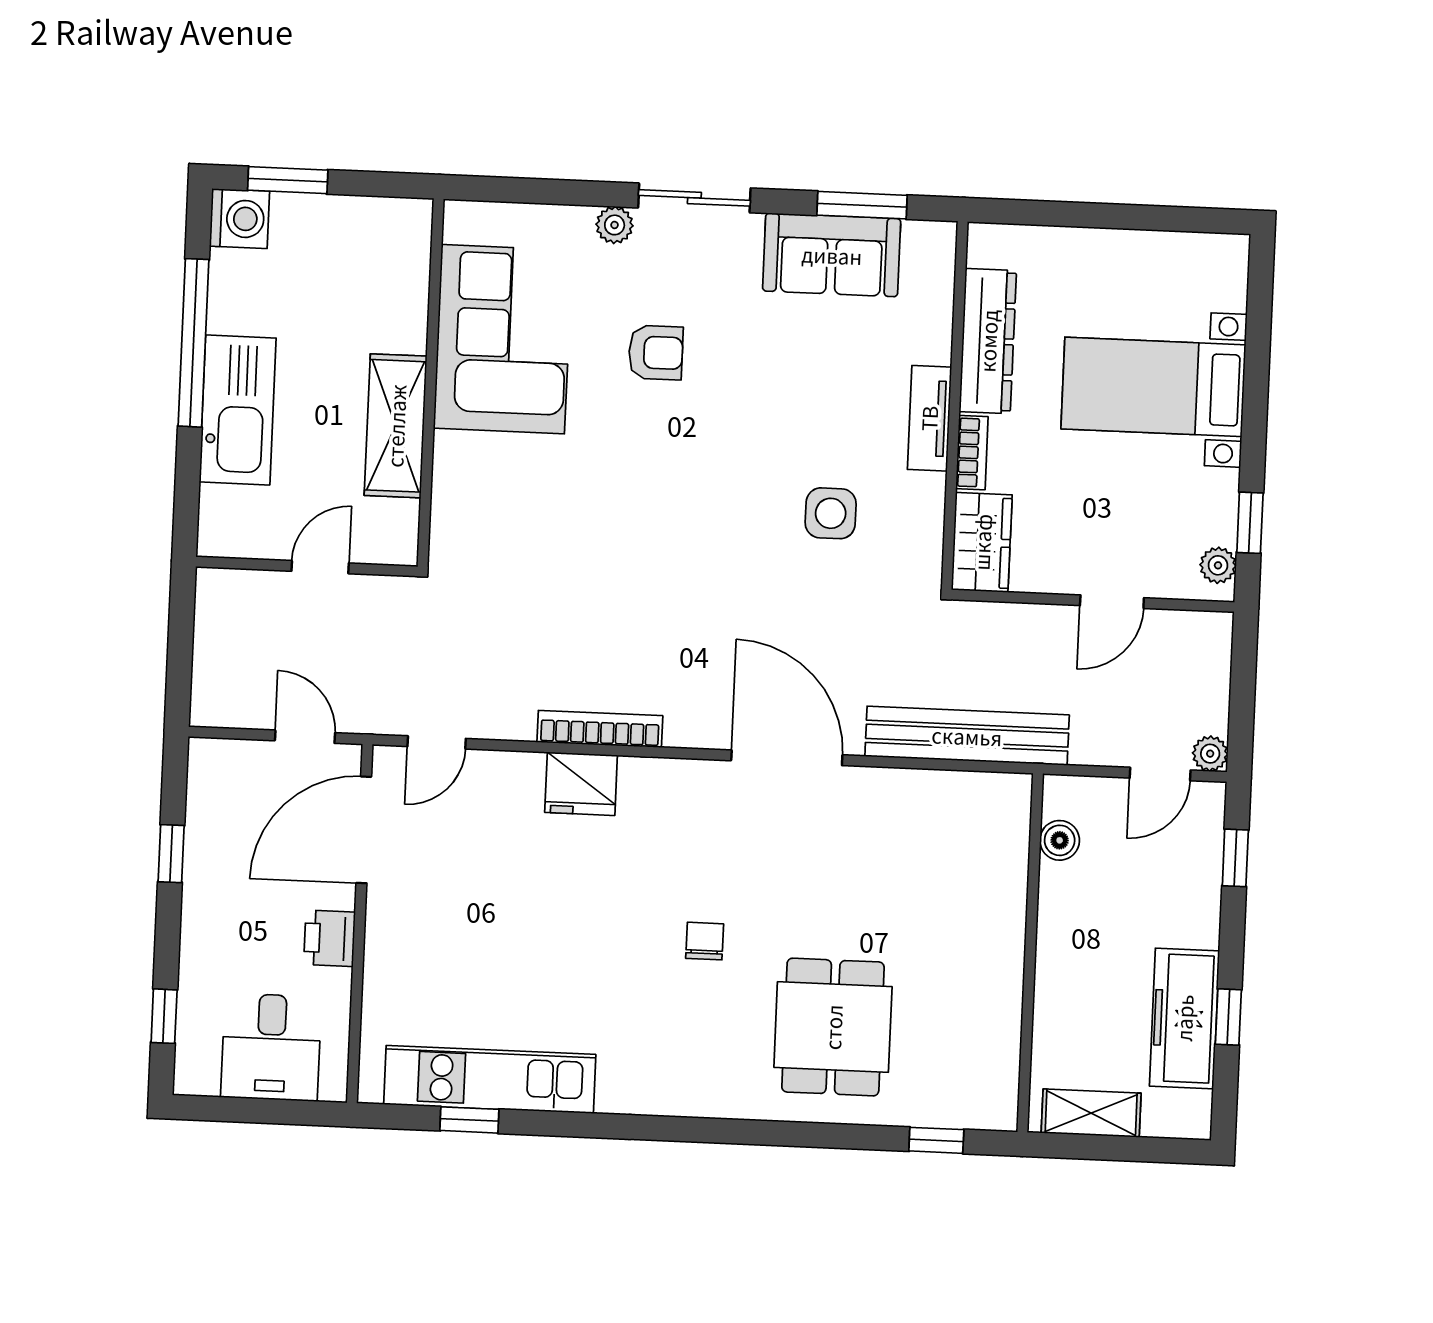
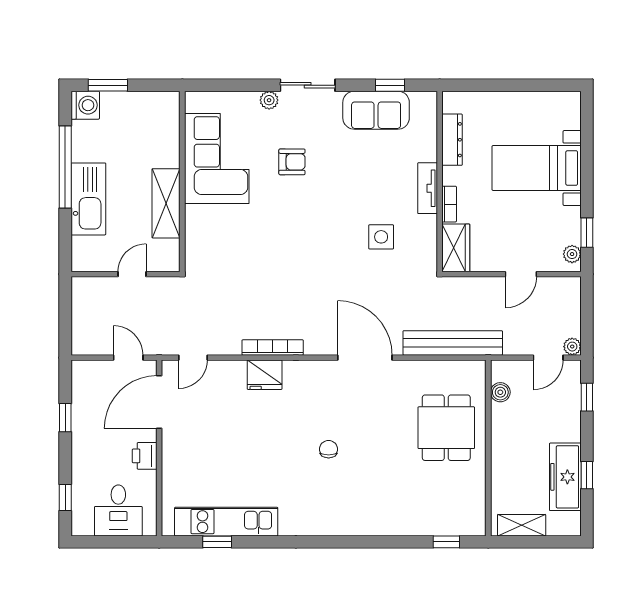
window: (862, 205) -> (390, 85), width x0.67
dresser: (988, 341) -> (452, 140), width x0.73, depth x0.80
dining table: (833, 1027) -> (446, 428), moved

